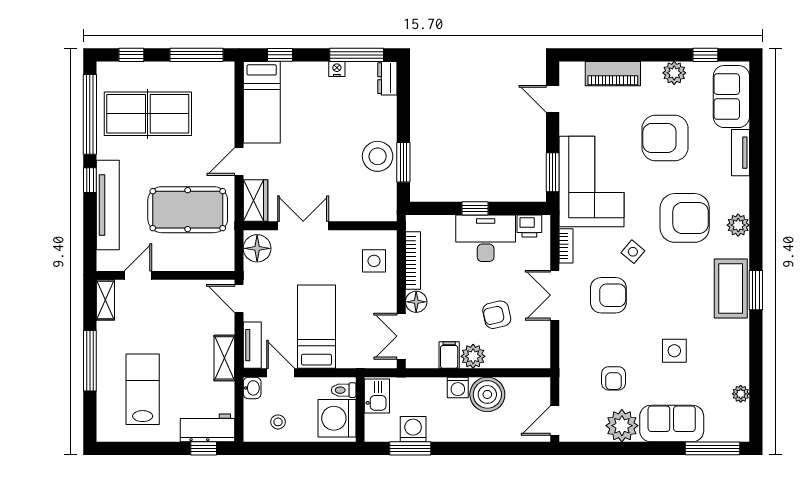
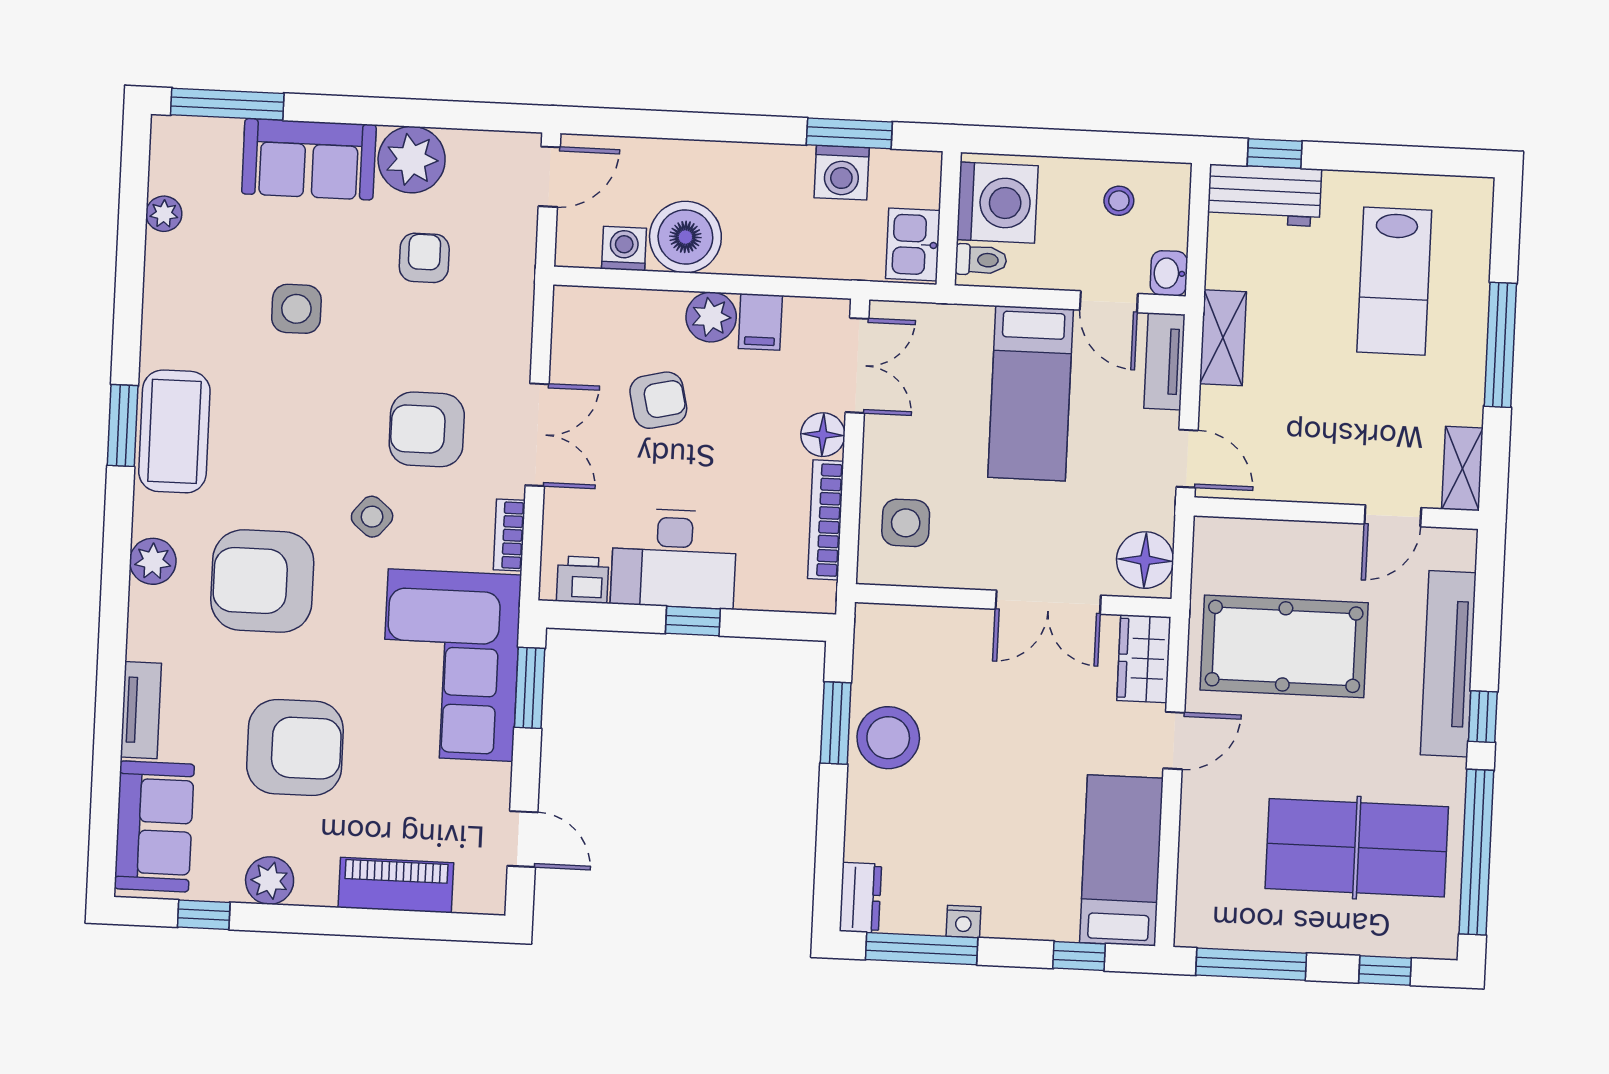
washing machine: (458, 387) -> (624, 249), moved

